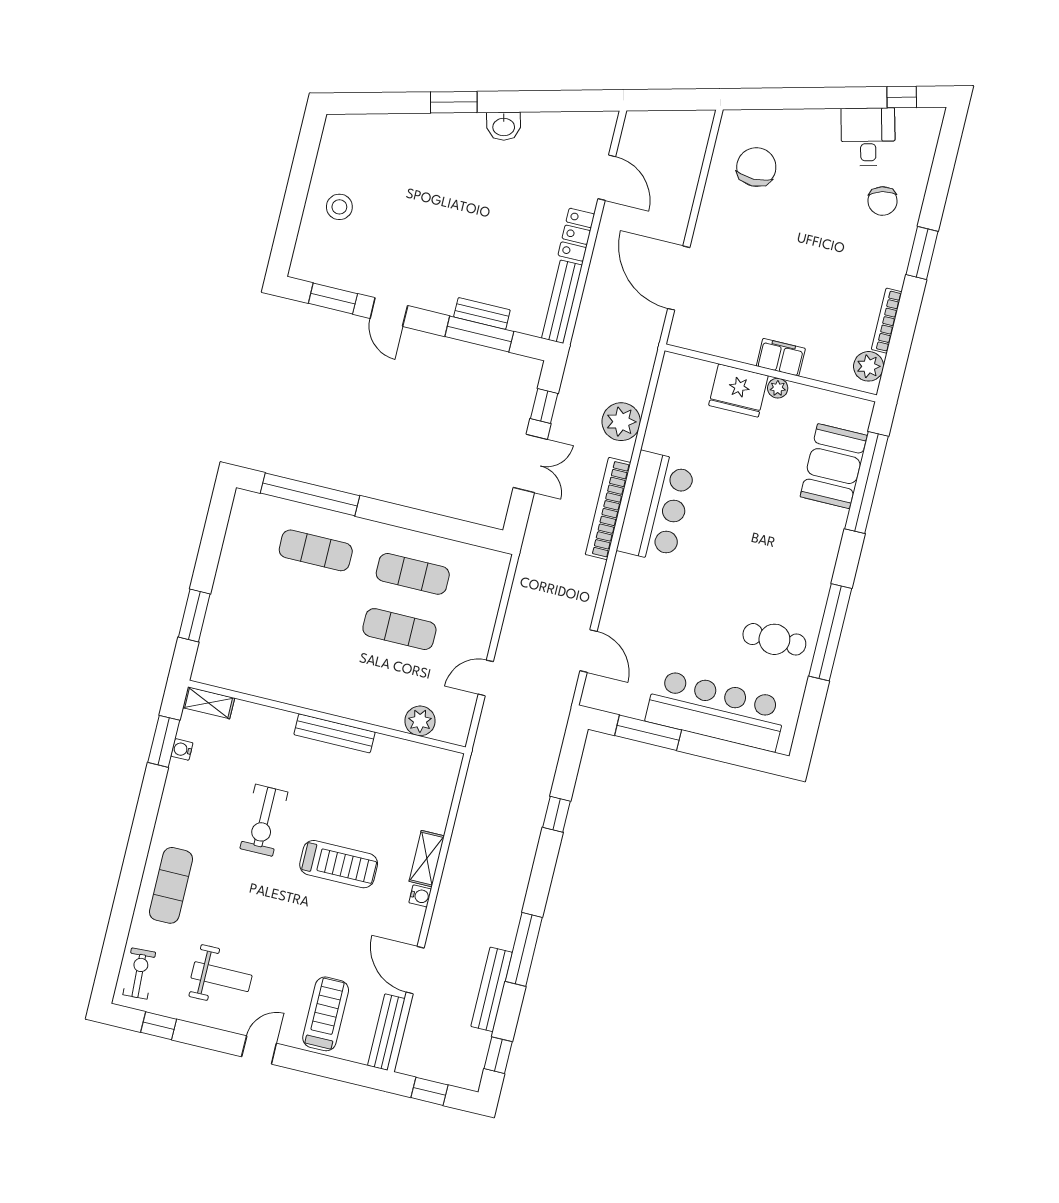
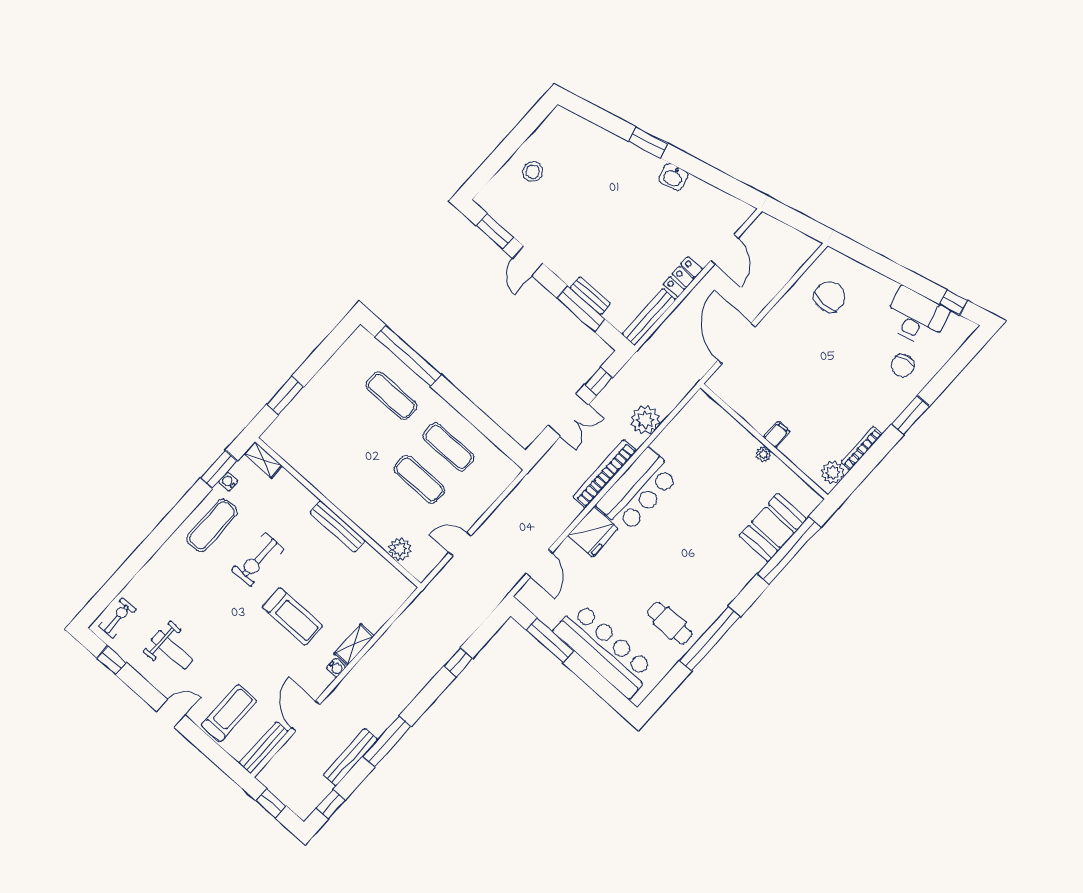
desk: (868, 137) -> (916, 317), width x1.37
filing cabinet: (781, 357) -> (777, 434), width x0.50
fridge: (738, 391) -> (593, 532), moved, turned -90
exercise mat: (171, 885) -> (212, 525), moved

